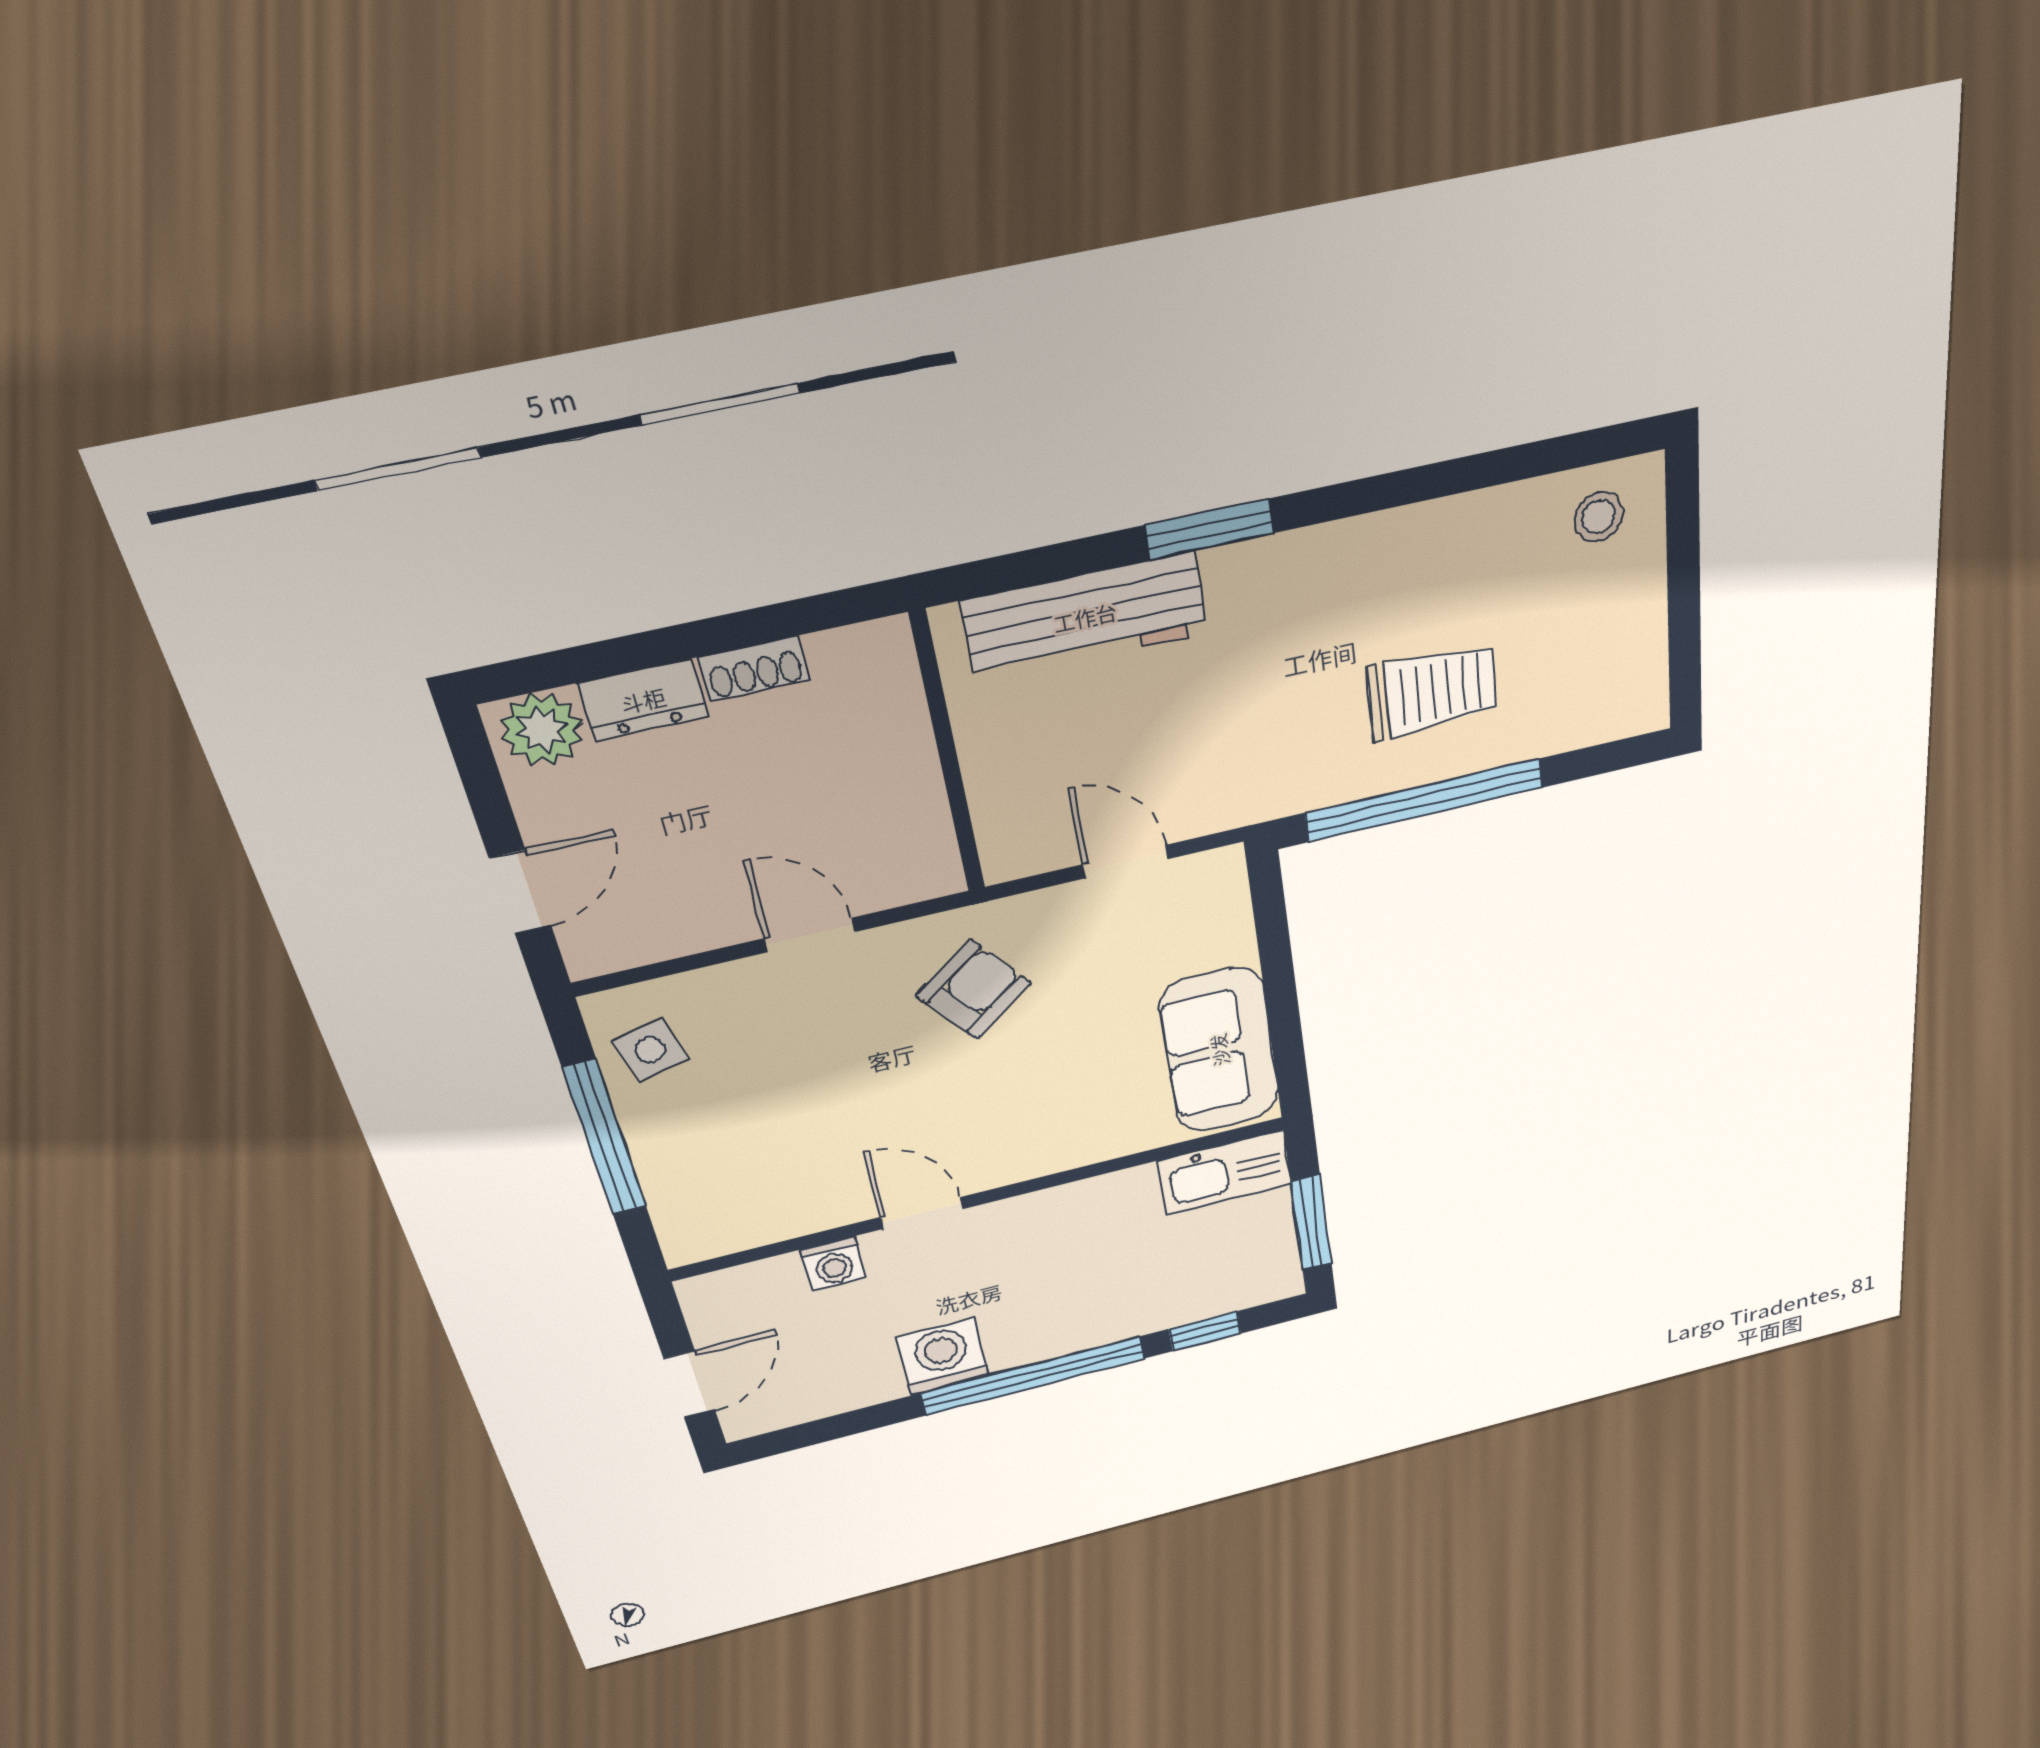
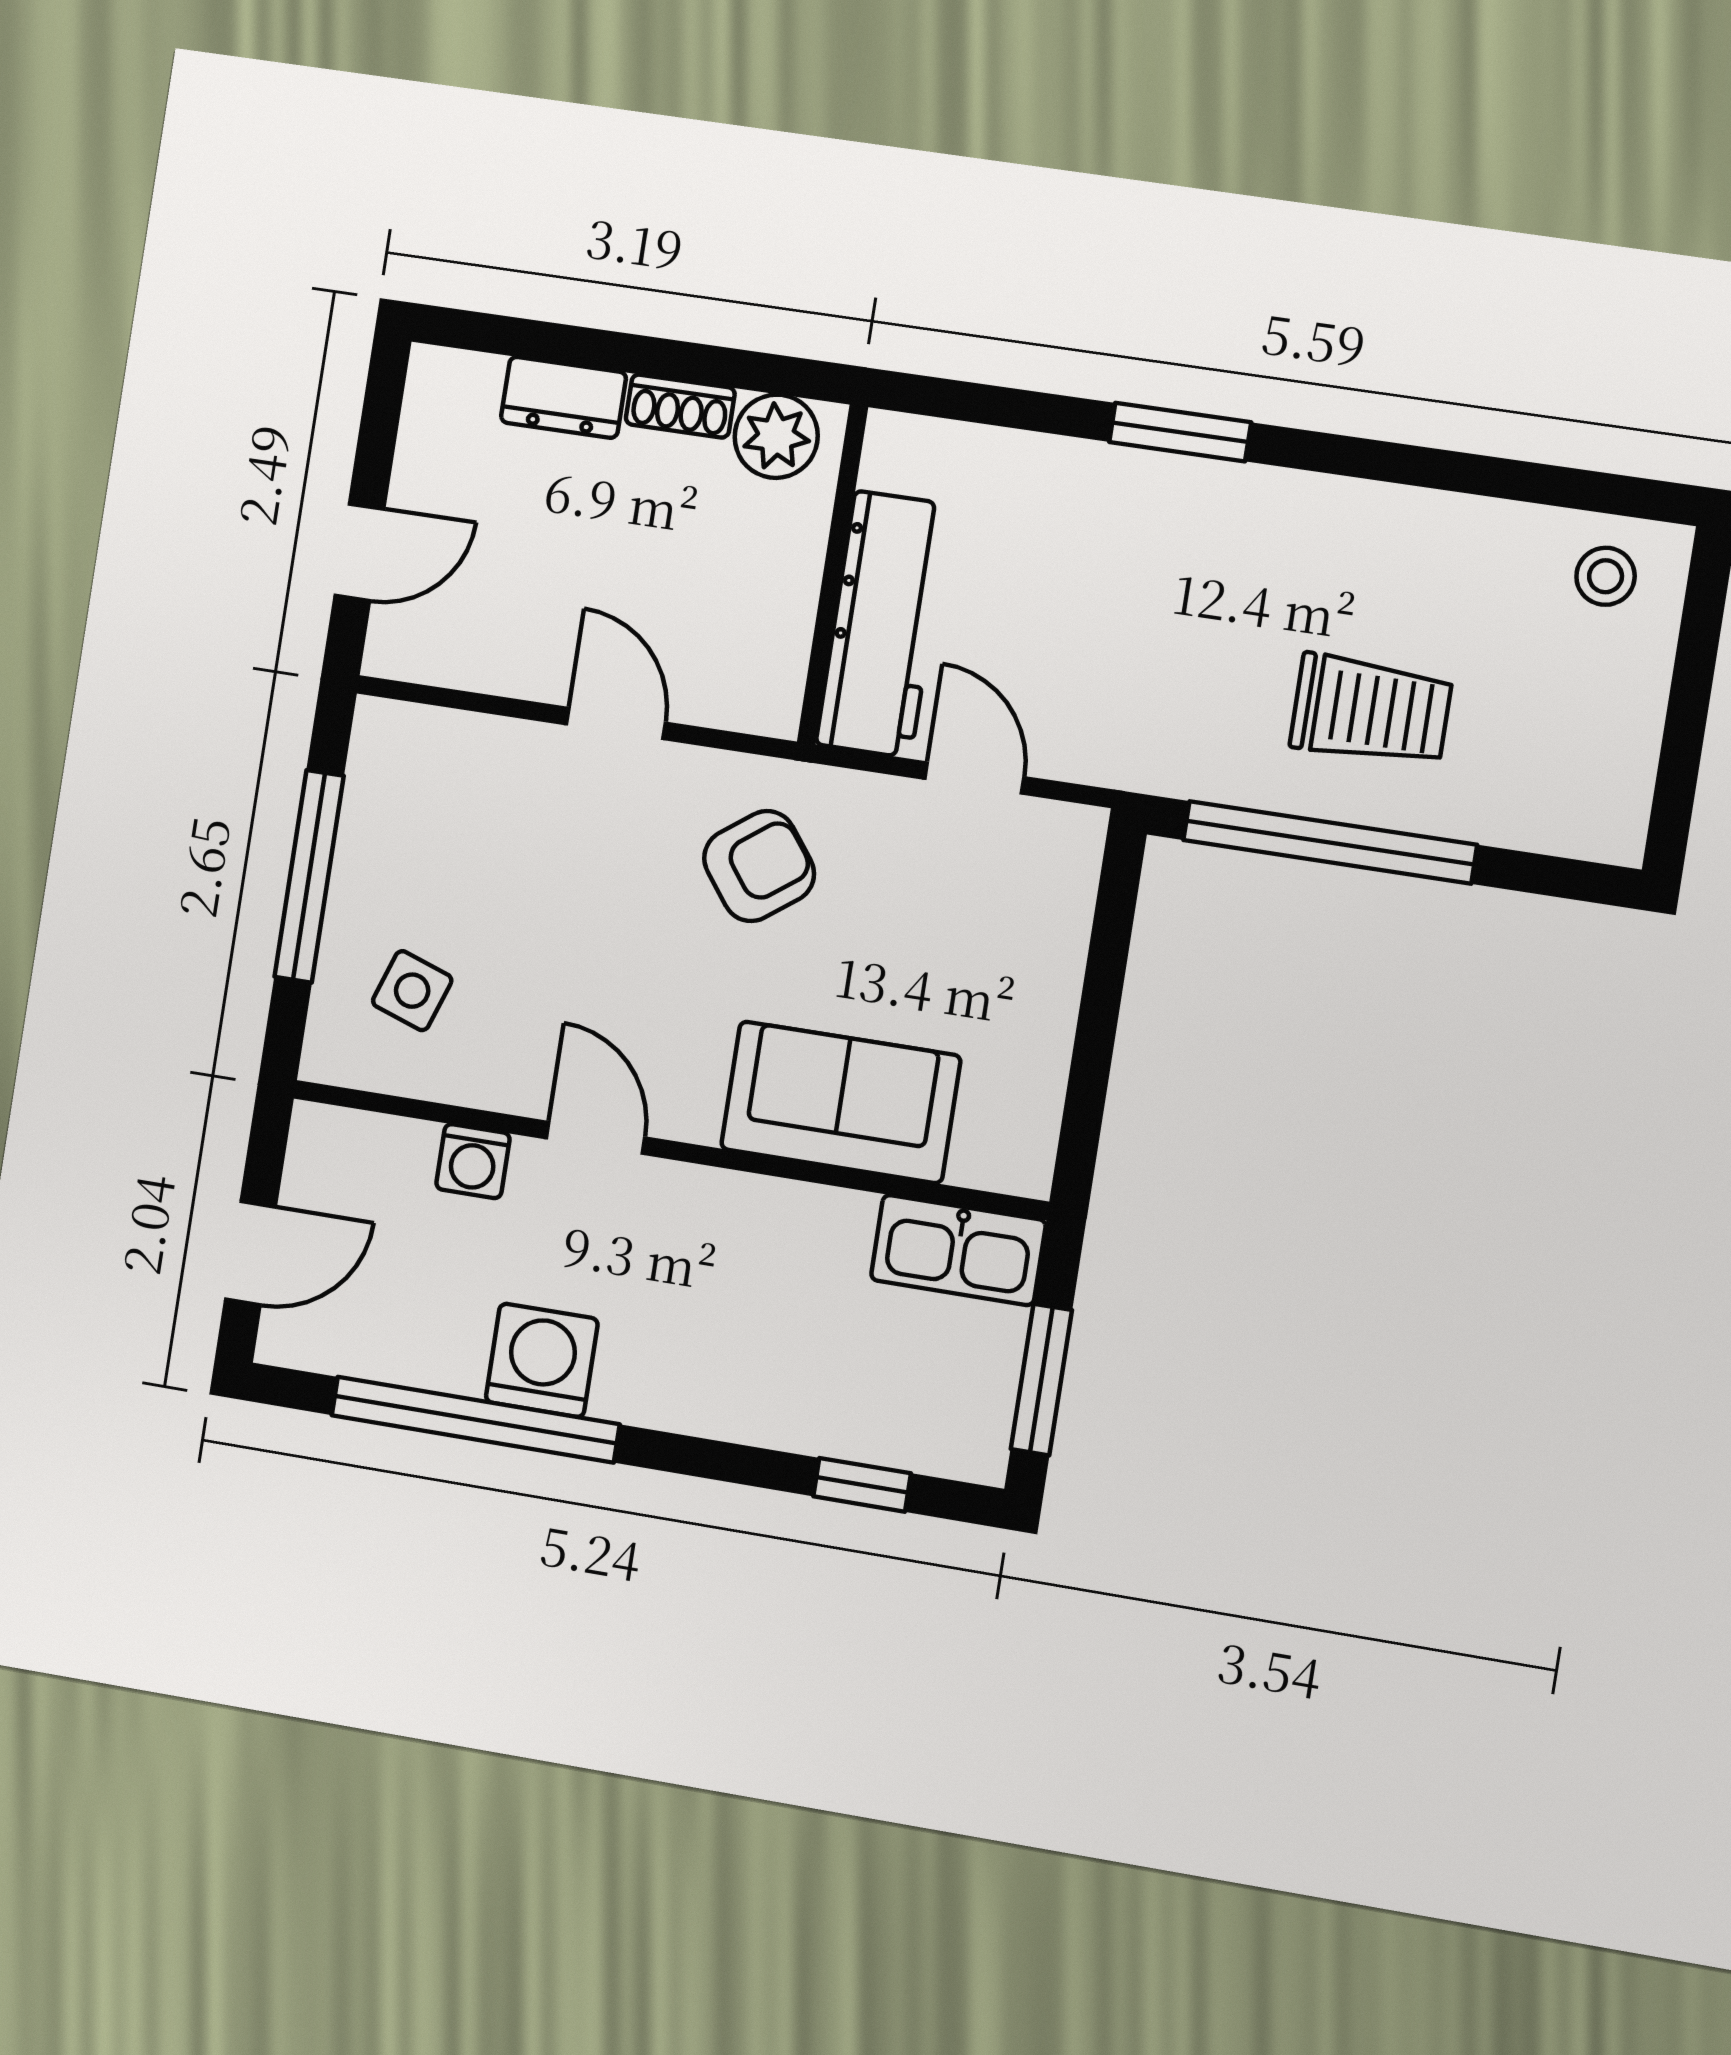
workbench: (1085, 617) -> (883, 624), moved, turned -90
plant: (542, 730) -> (776, 436), moved
side table: (650, 1050) -> (412, 991), moved, turned 33
sofa: (1219, 1050) -> (841, 1102), moved, turned 90
window: (1033, 1376) -> (475, 1420), moved

